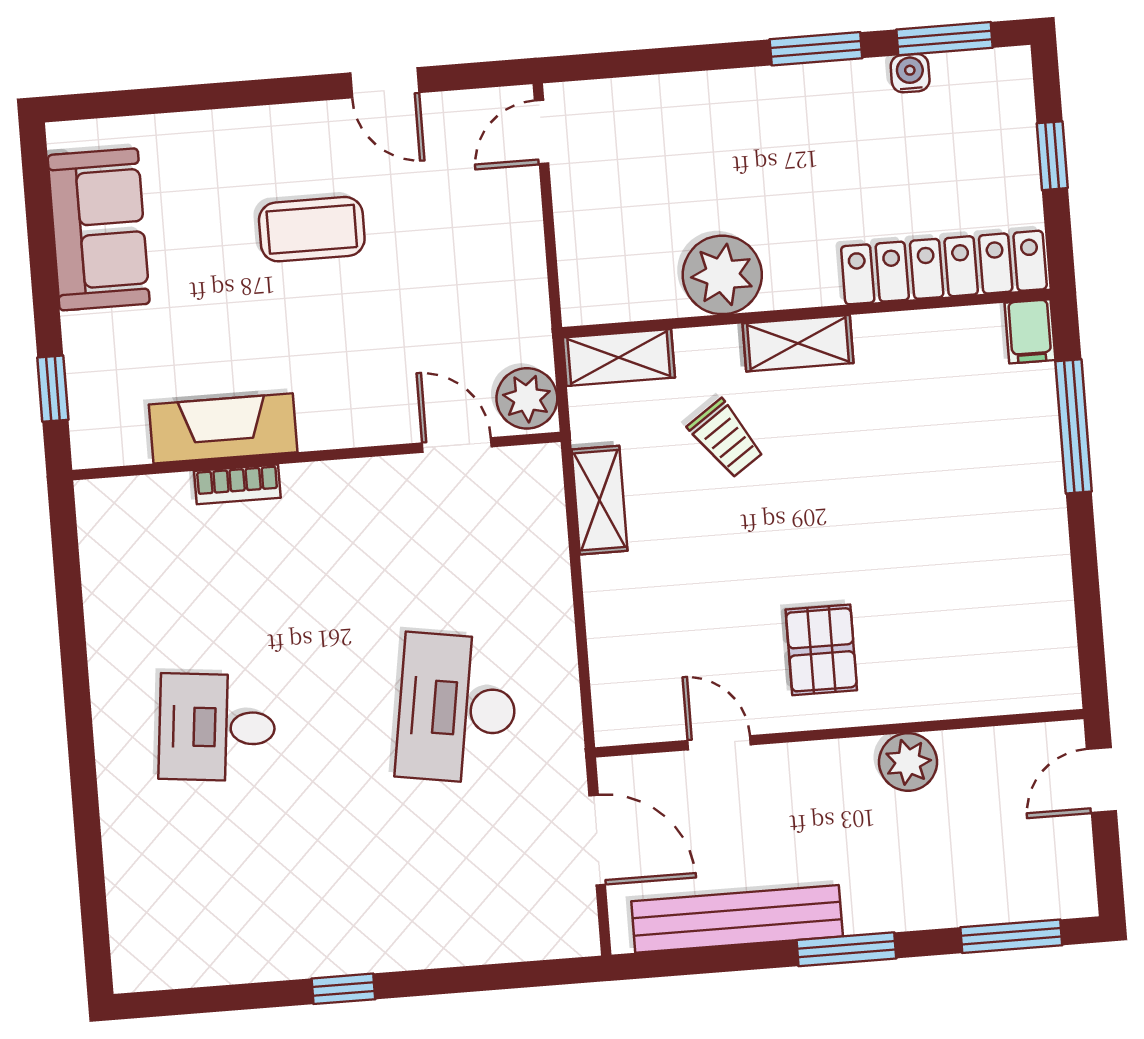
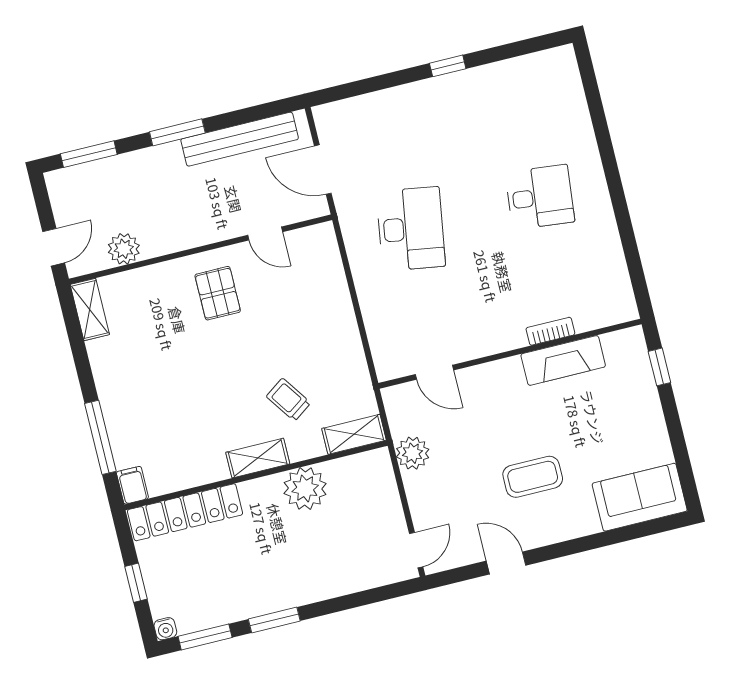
water cooler: (910, 73) -> (165, 629), moved
sofa: (99, 229) -> (640, 497), moved, turned 90
plant: (527, 398) -> (413, 453), moved
shelving: (599, 500) -> (90, 310), moved
plant: (908, 762) -> (124, 249), moved

